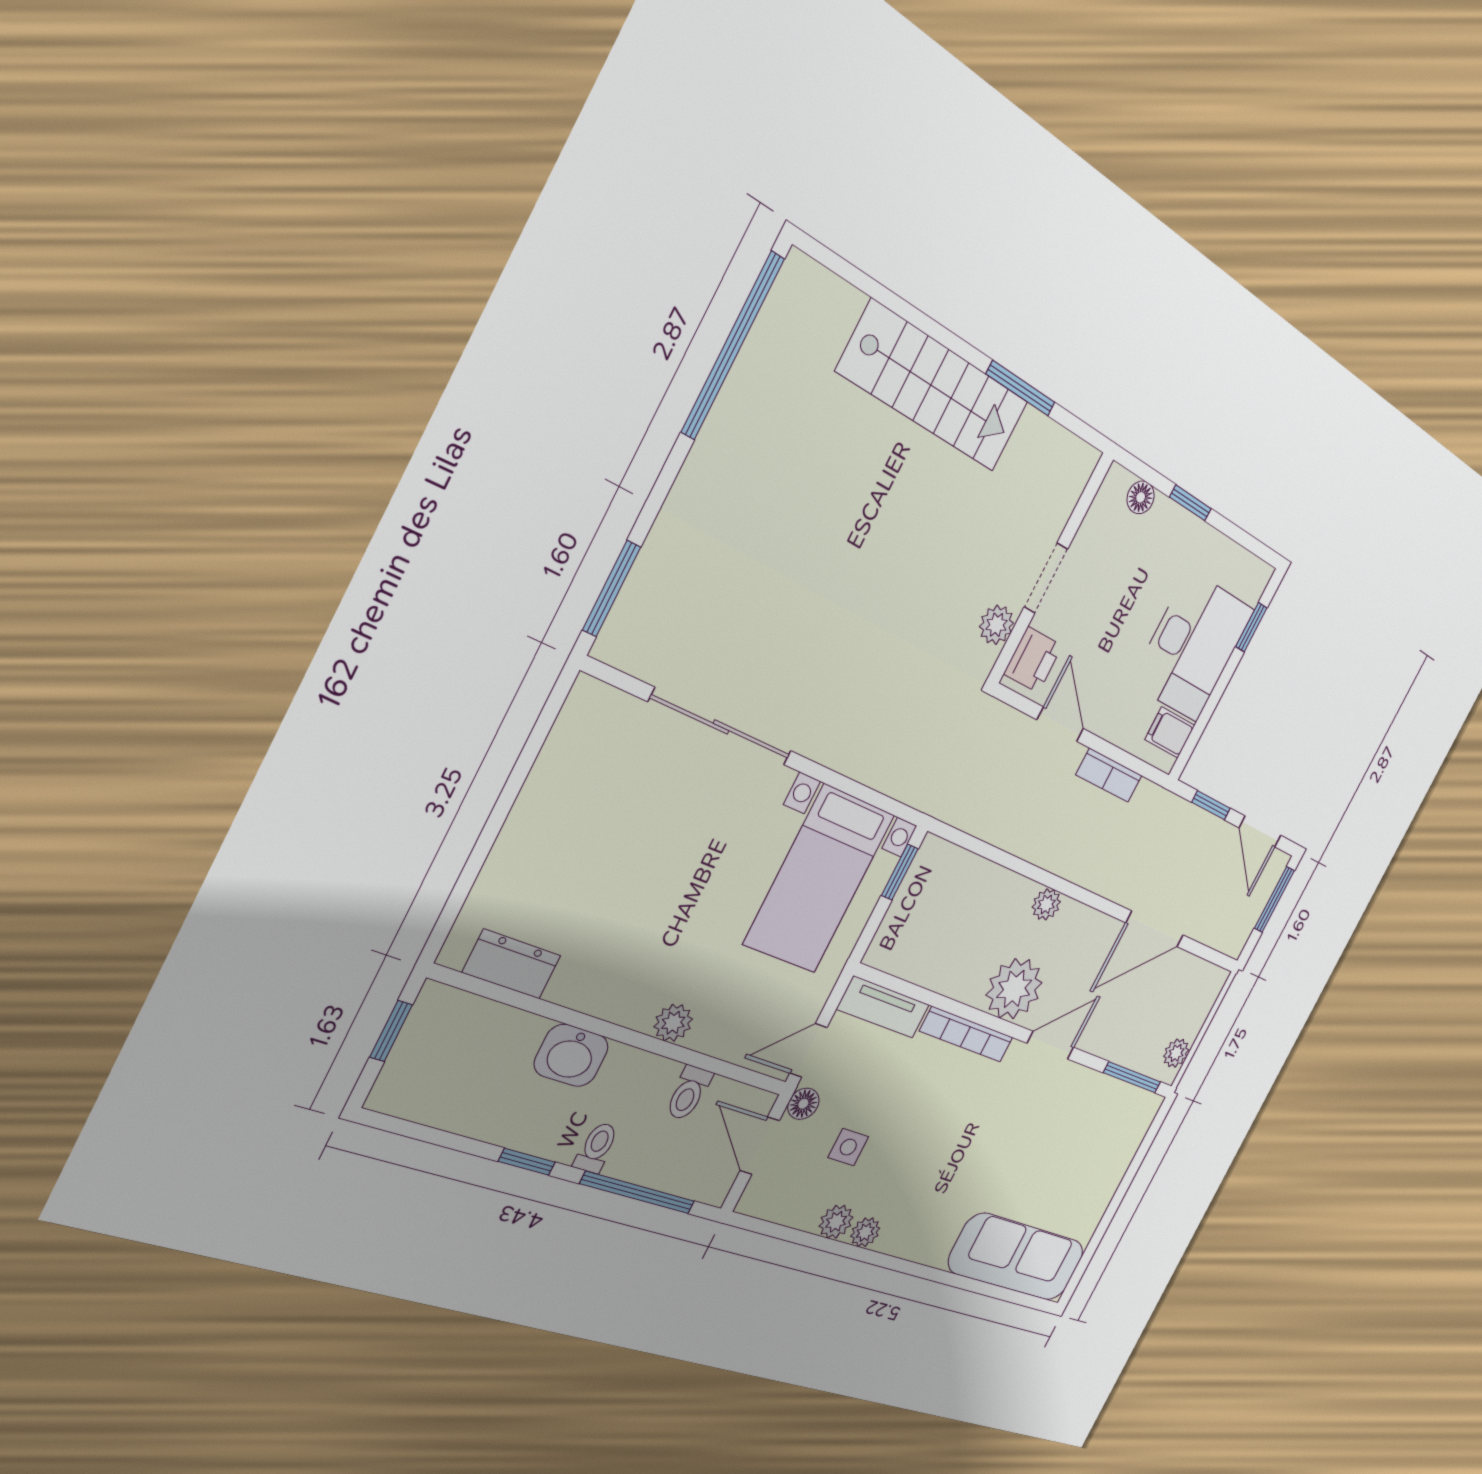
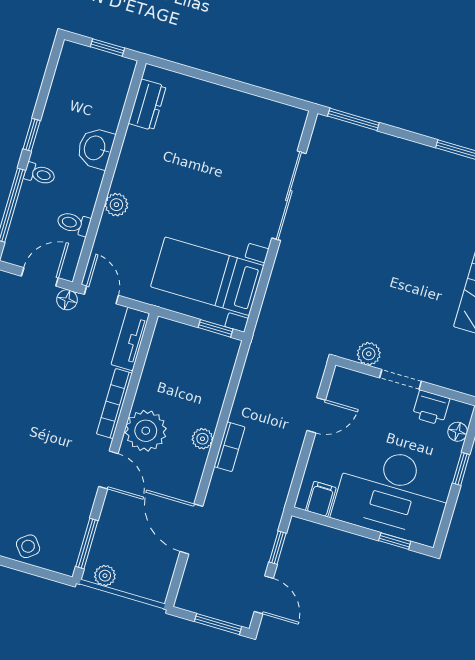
desk: (1193, 646) -> (393, 494), width x1.36, depth x1.30
printer: (1033, 660) -> (431, 408), moved
bookcase: (1109, 775) -> (229, 447), moved, turned 180
door: (1260, 832) -> (264, 595), swing flipped
side table: (848, 1147) -> (28, 546), moved, turned -38

